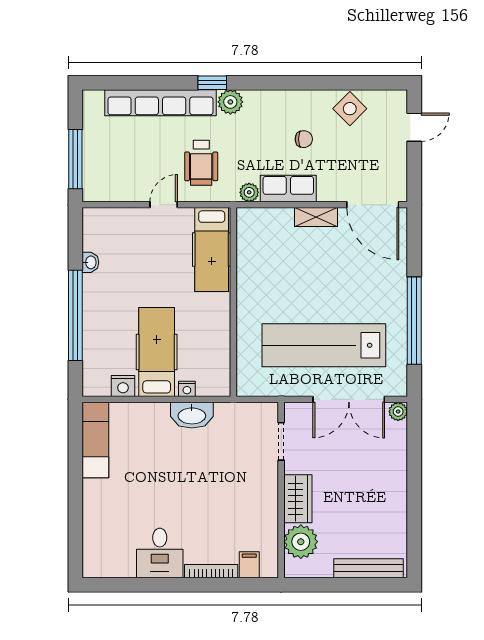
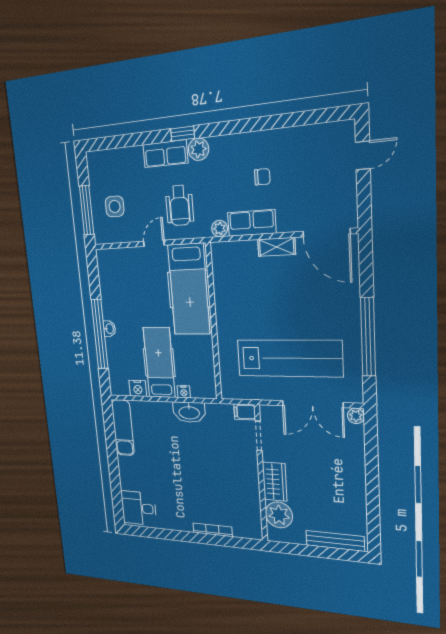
row of seats: (160, 103) -> (165, 154), width x0.50
side table: (350, 109) -> (115, 206), moved, turned 45
hospital bed: (212, 249) -> (189, 289), width x1.37, depth x1.29
washbasin: (90, 262) -> (109, 329), moved
lab bench: (324, 345) -> (289, 358), turned 180
desk: (160, 553) -> (139, 508), moved, turned 90
filing cabinet: (249, 565) -> (245, 412), moved, turned -90

